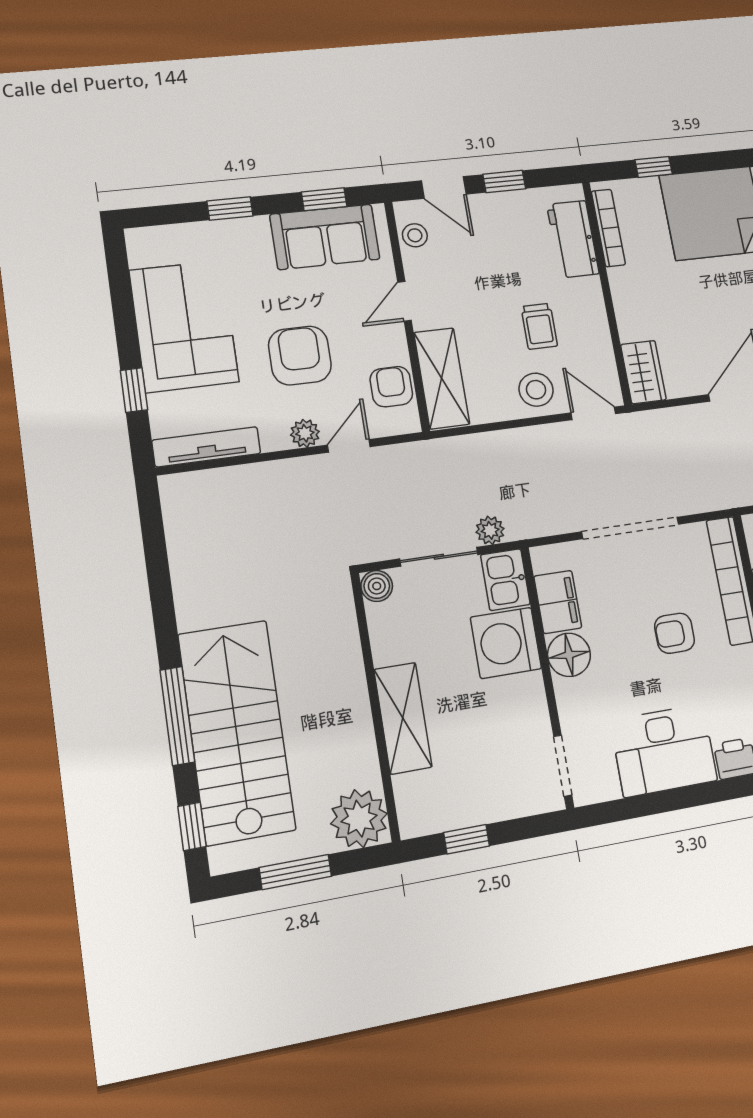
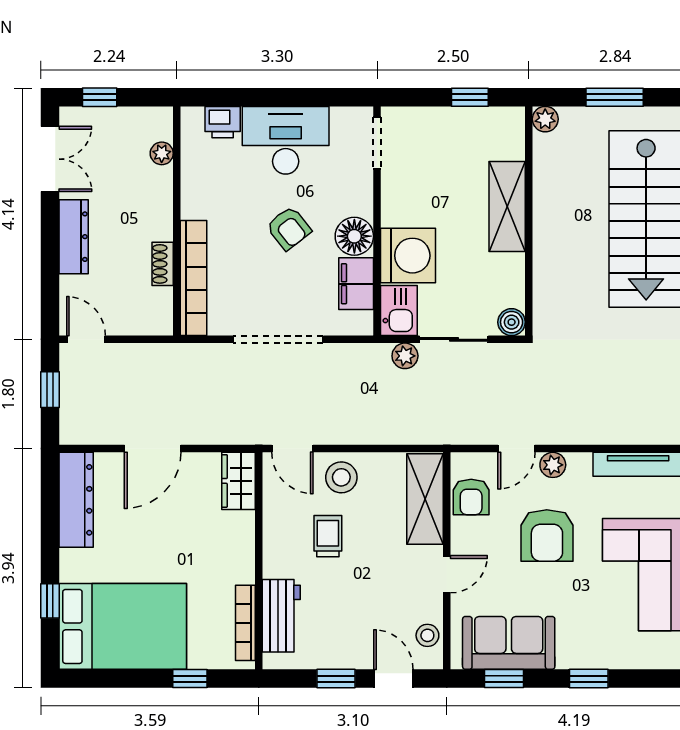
armchair: (674, 633) -> (289, 228), moved, turned 52
plant: (359, 819) -> (545, 119), width x0.53, depth x0.53

